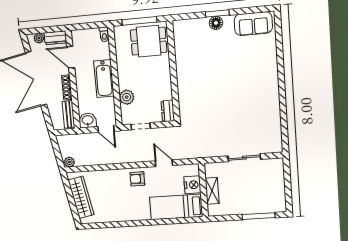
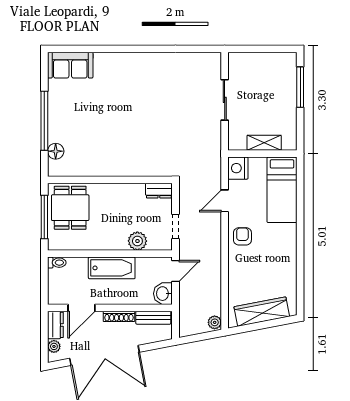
window: (217, 13) -> (44, 121), width x2.11
floor lamp: (216, 23) -> (56, 151), moved
sofa: (253, 24) -> (70, 65), moved, turned 90
armchair: (137, 179) -> (242, 236), turned 180
nightstand: (192, 185) -> (238, 168), moved, turned -90

